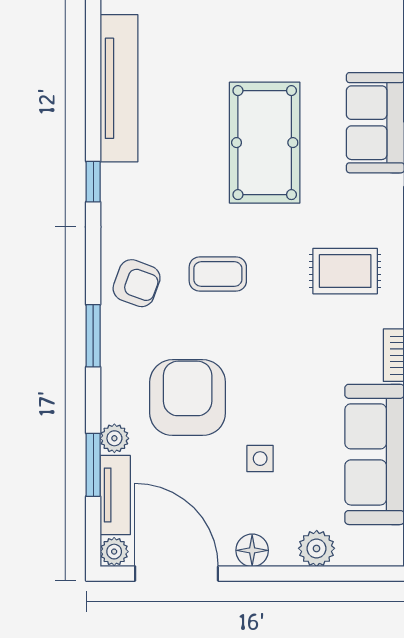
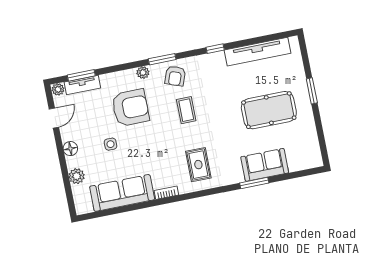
pool table: (265, 143) -> (269, 110), moved
window: (93, 336) -> (162, 59), moved
plant: (114, 438) -> (143, 73), moved
window: (93, 465) -> (81, 75), moved
door: (177, 574) -> (54, 118), width x0.53

